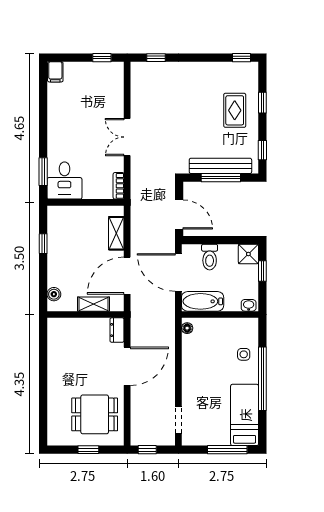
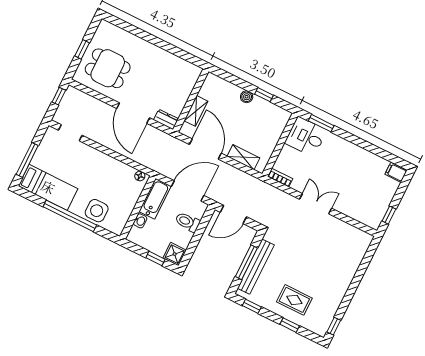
window: (156, 58) -> (367, 258), removed
boiler: (54, 294) -> (247, 97), moved
washbasin: (249, 305) -> (140, 221), moved
side table: (244, 354) -> (97, 211), width x1.87, depth x1.87
dining table: (95, 414) -> (108, 68), turned 90

